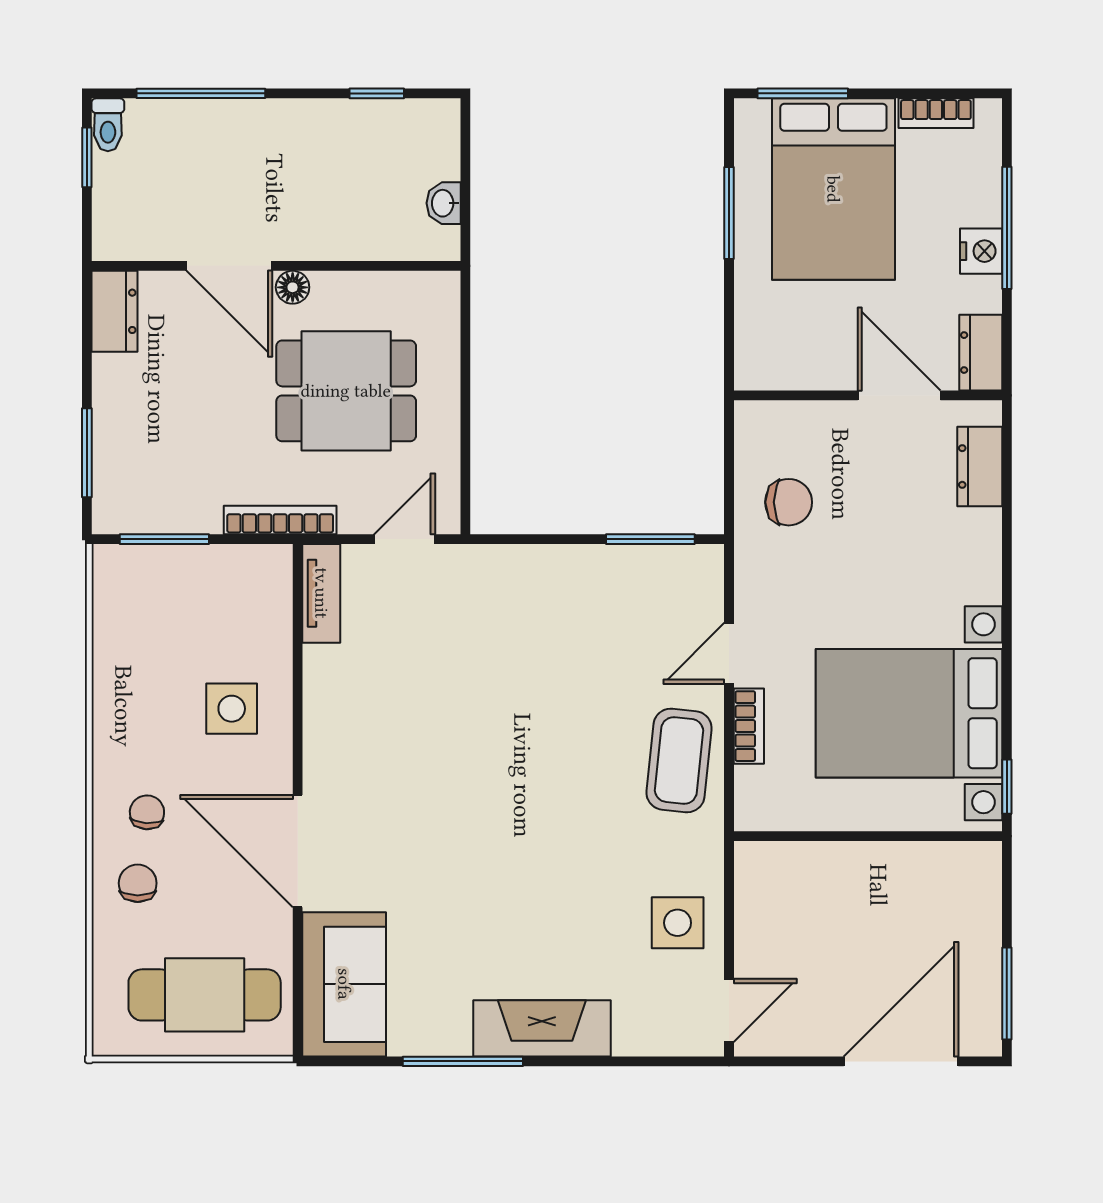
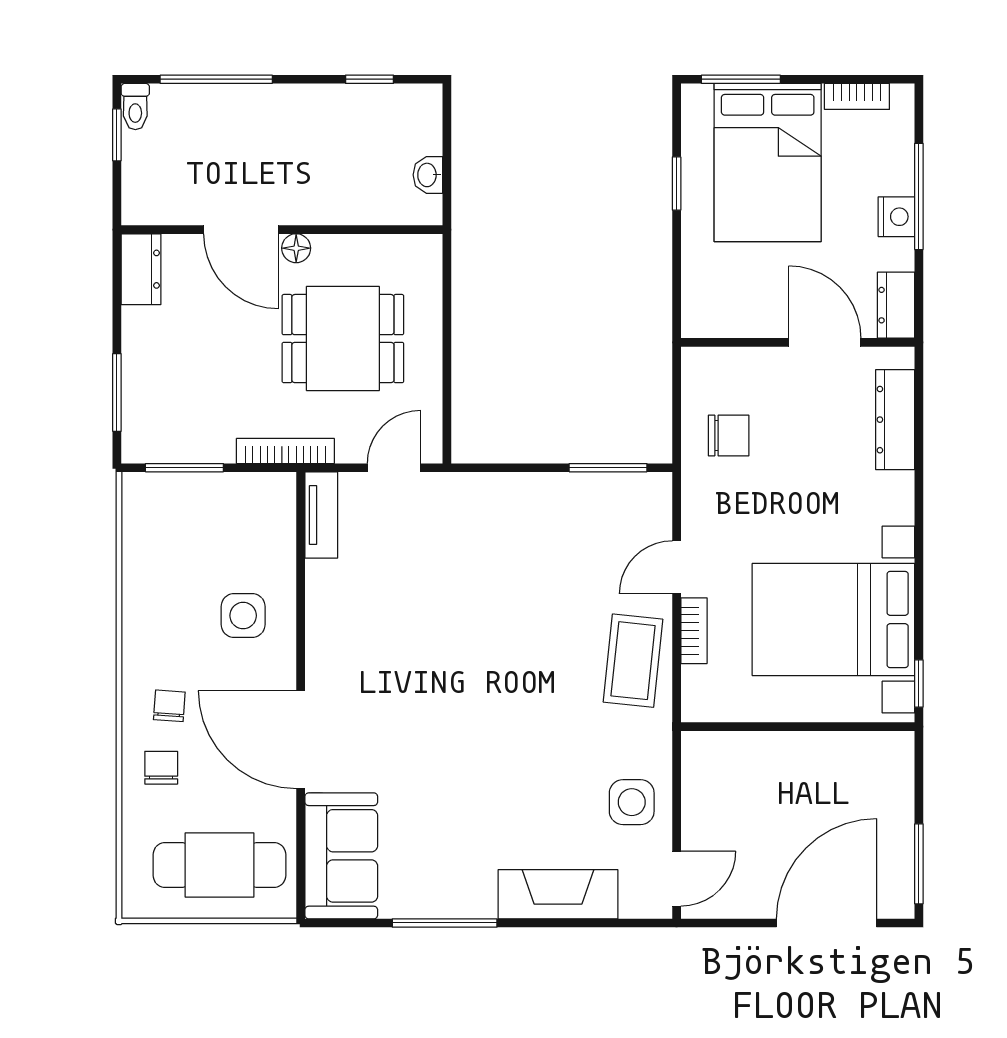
window: (729, 213) -> (677, 184), width x0.67
dresser: (980, 466) -> (895, 420), width x1.44
fireplace: (542, 1028) -> (558, 894), moved

